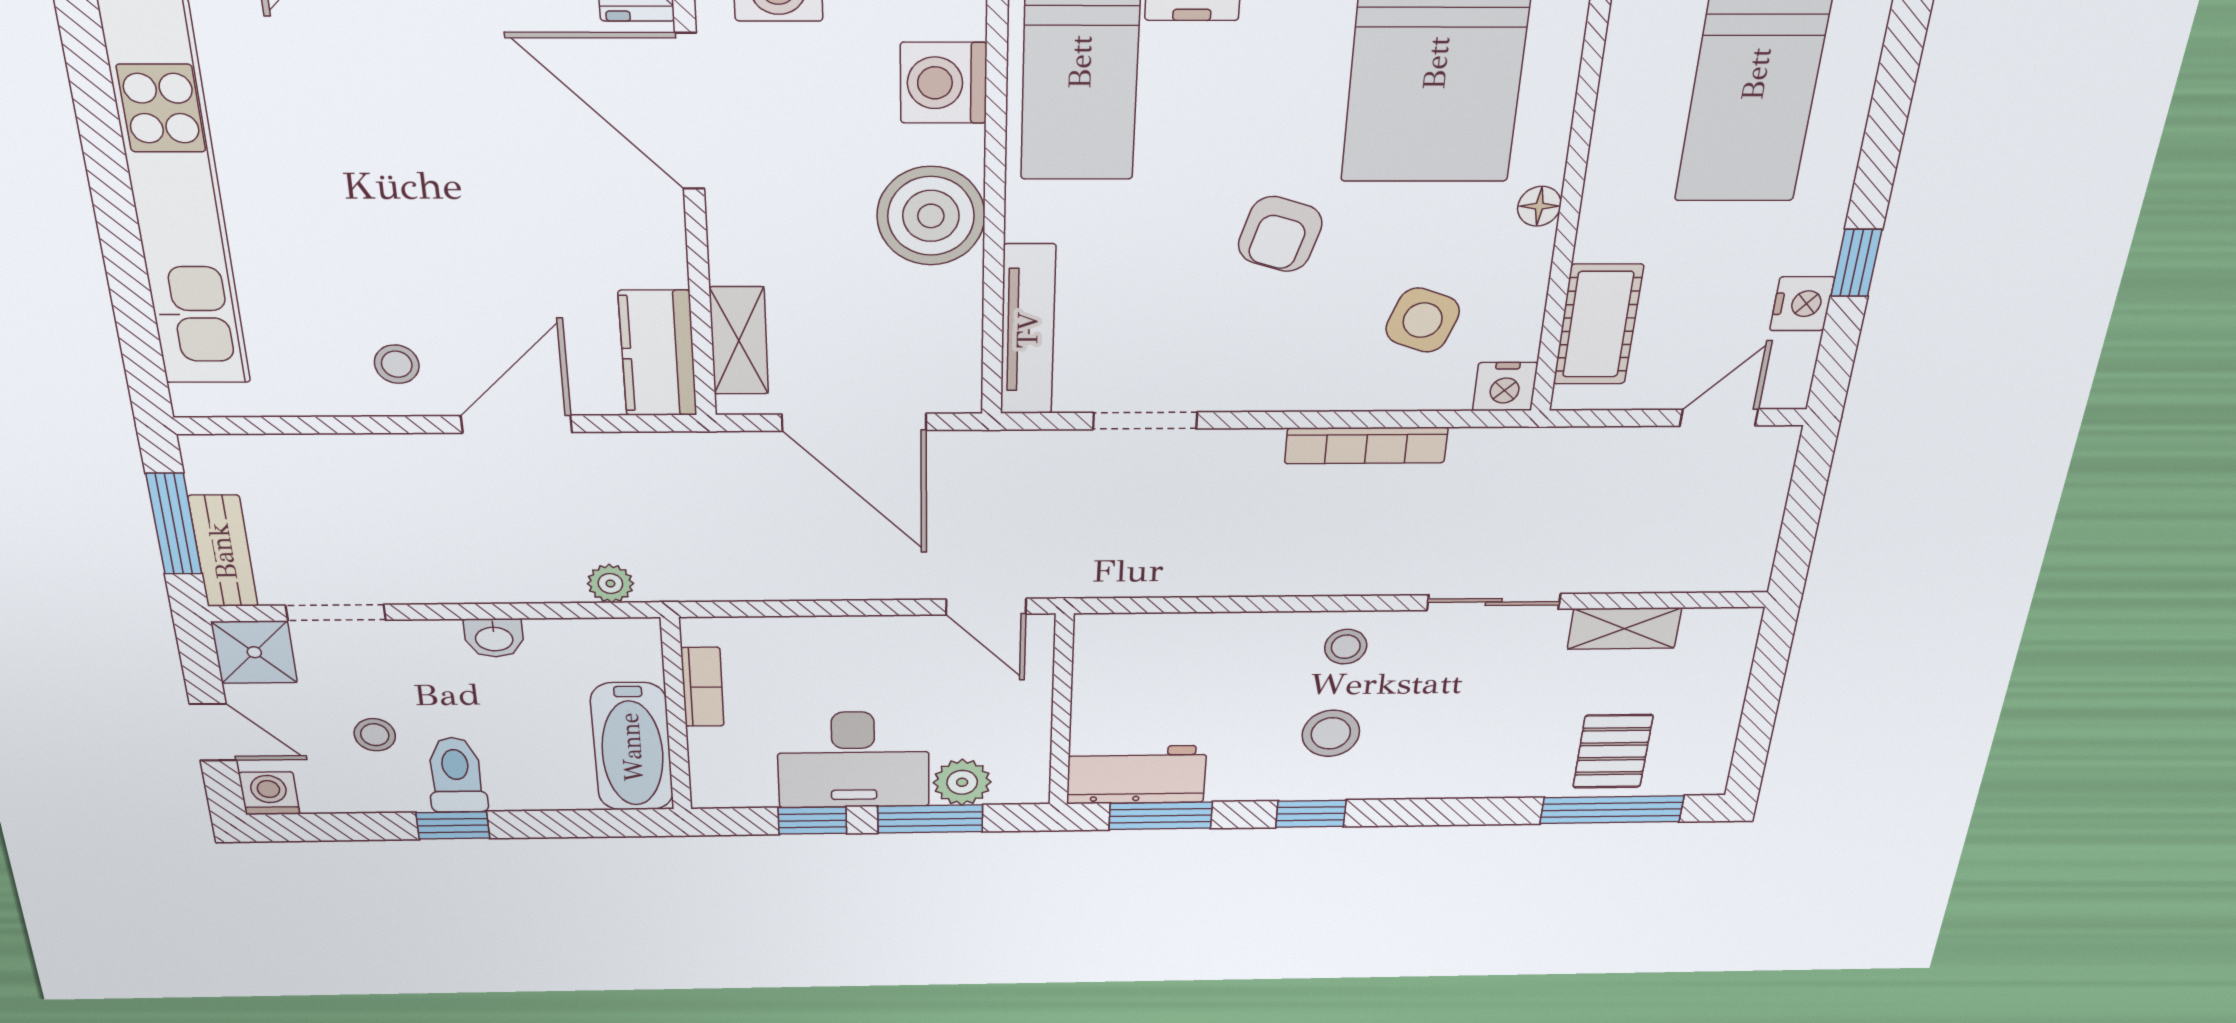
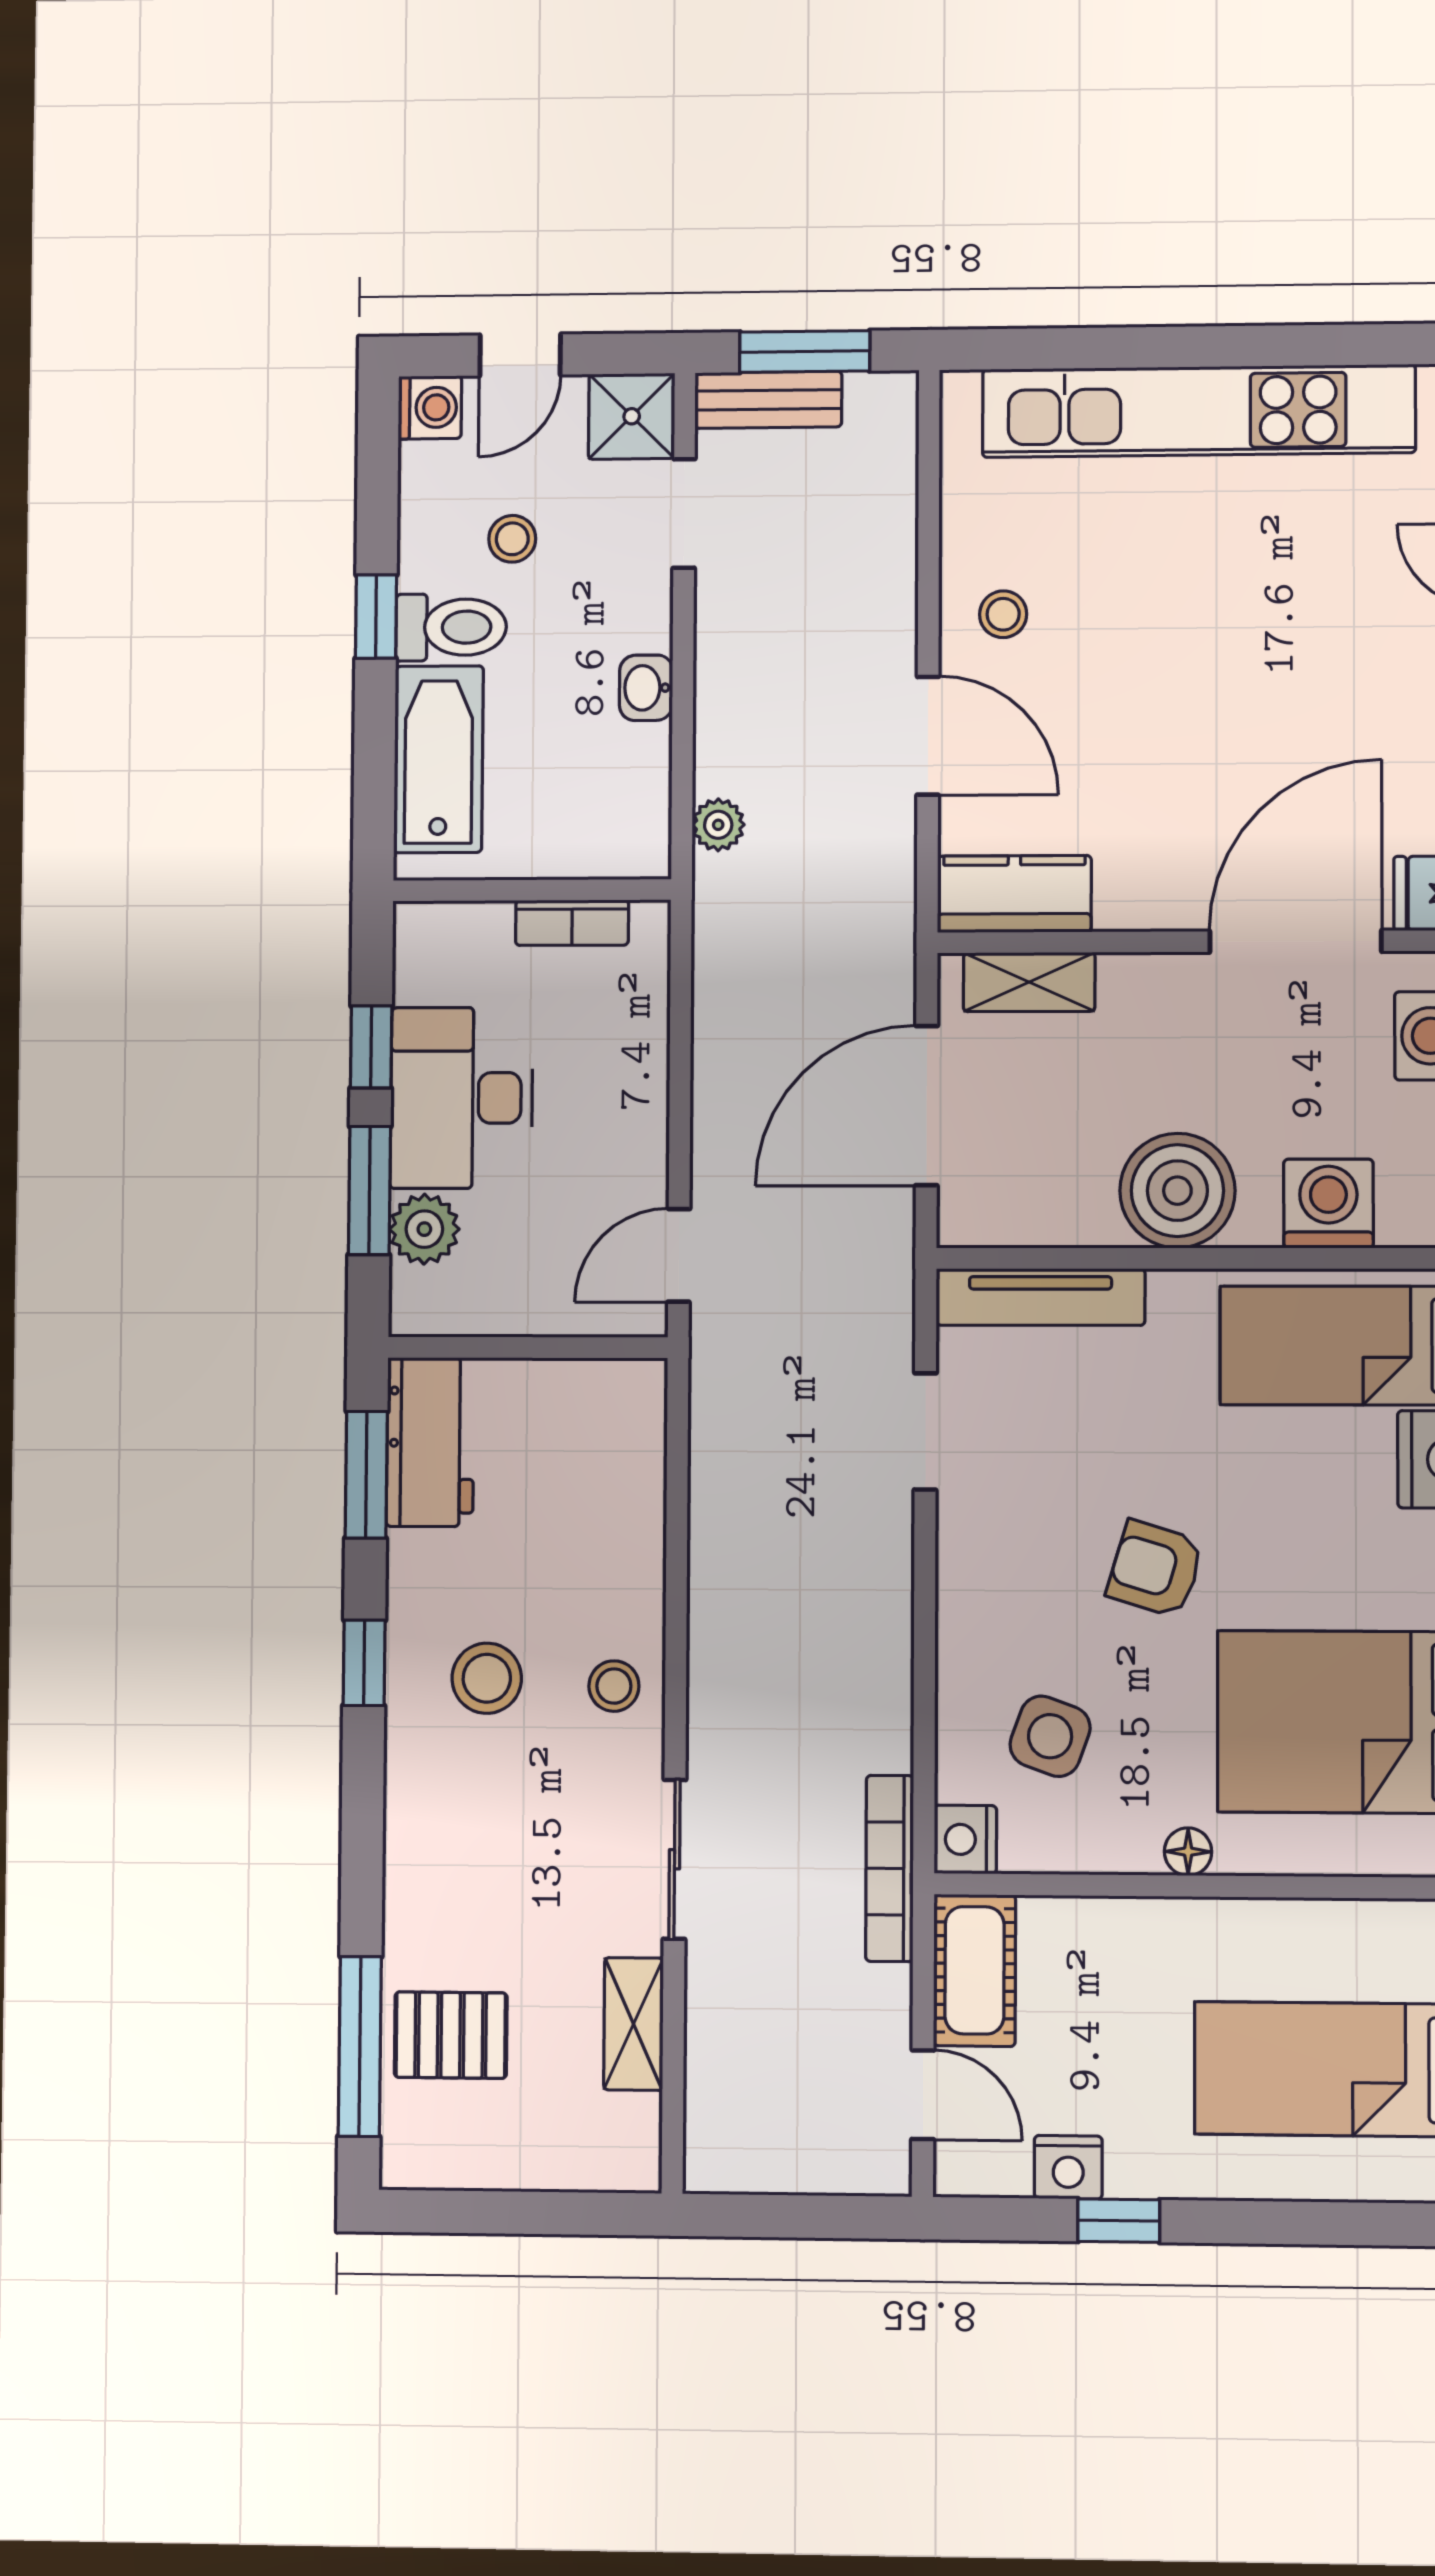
cot: (1598, 325) -> (975, 1970), moved, turned 90
bookcase: (1366, 445) -> (890, 1868), moved
bathtub: (632, 747) -> (438, 759), moved, turned 90

